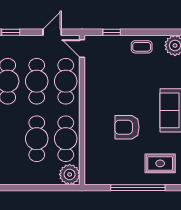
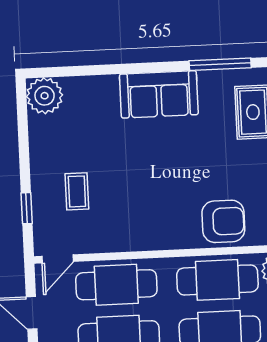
coffee table: (142, 47) -> (77, 191), moved
armchair: (127, 127) -> (223, 221), moved, turned -90

